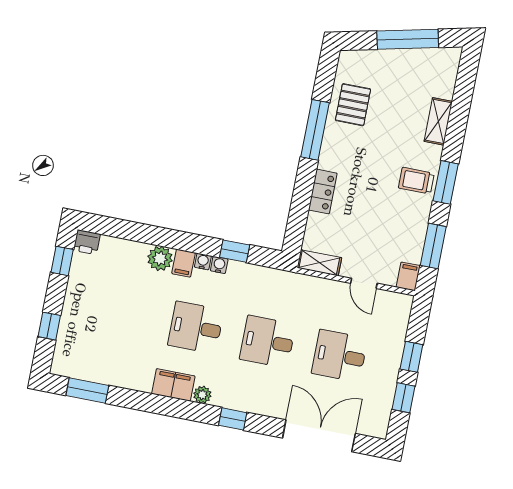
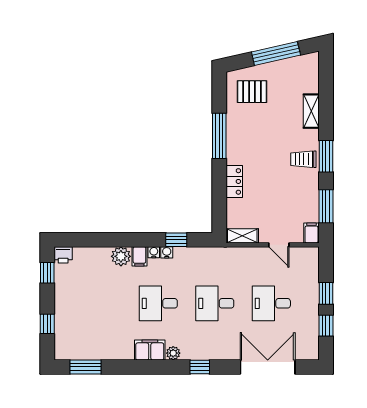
pallet: (353, 105) -> (252, 92), moved, turned 90

